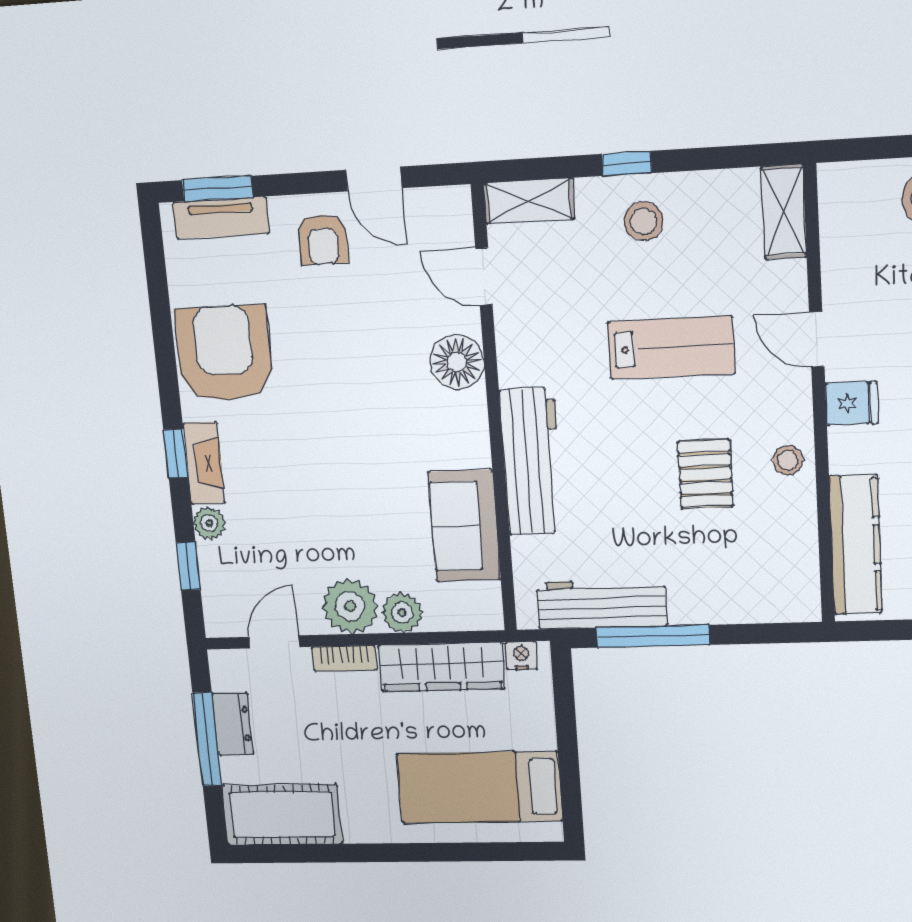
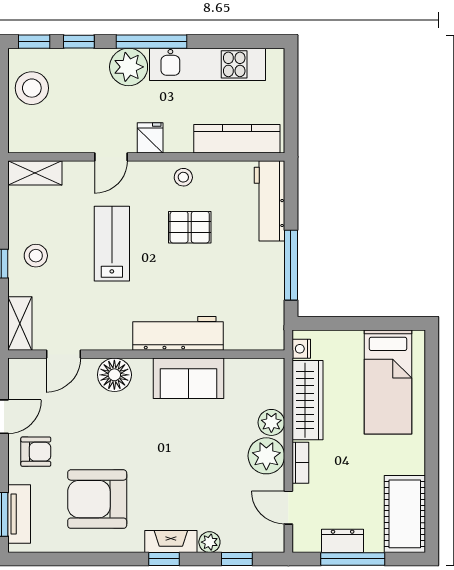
armchair: (224, 353) -> (97, 499), moved
sofa: (464, 526) -> (189, 378), moved
workbench: (602, 604) -> (269, 201), moved

